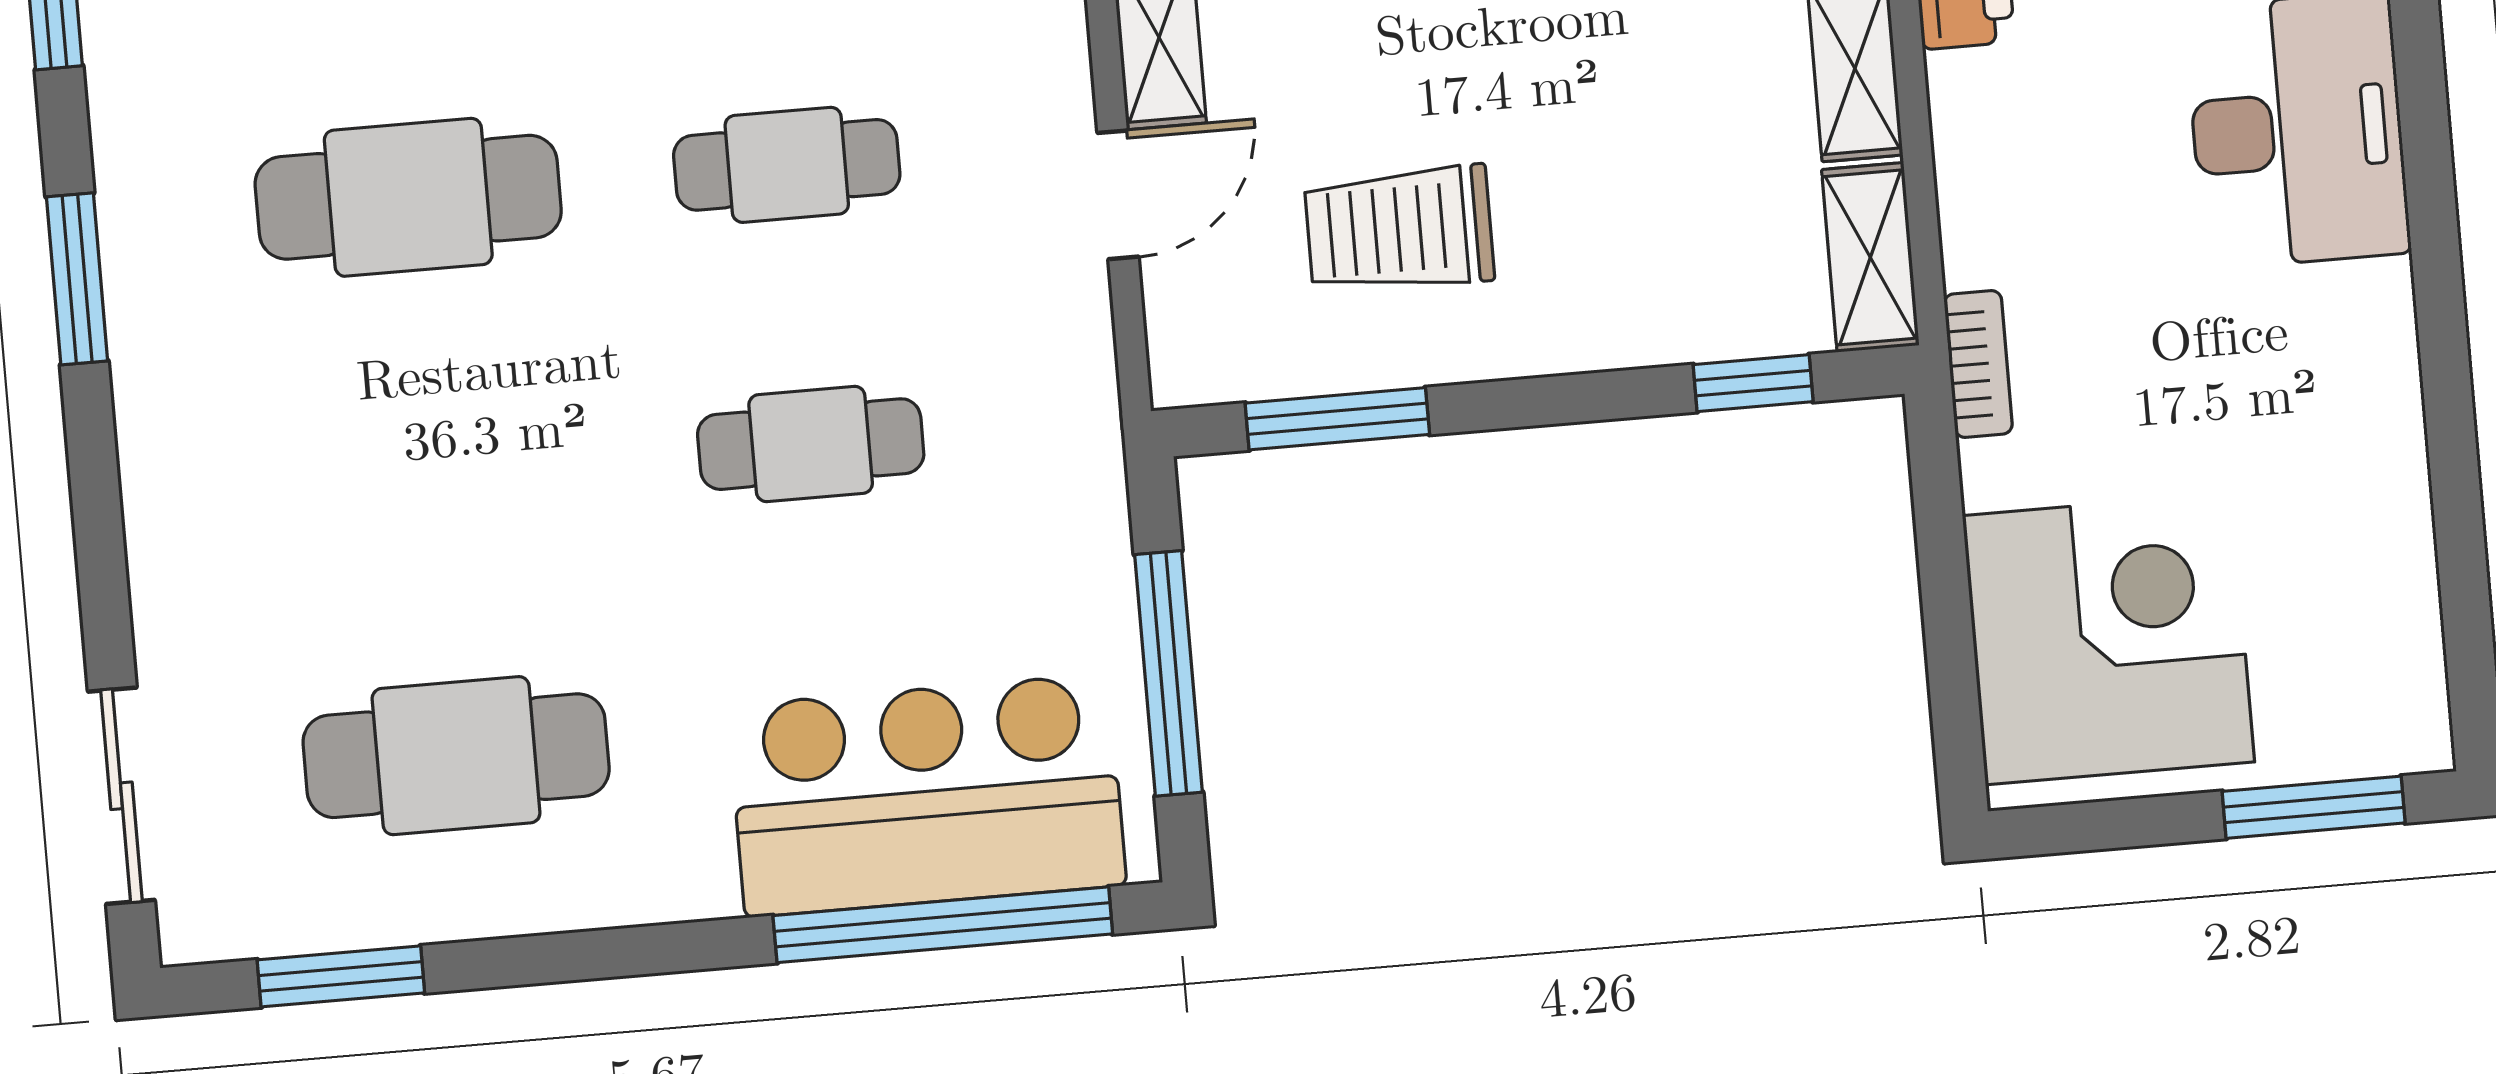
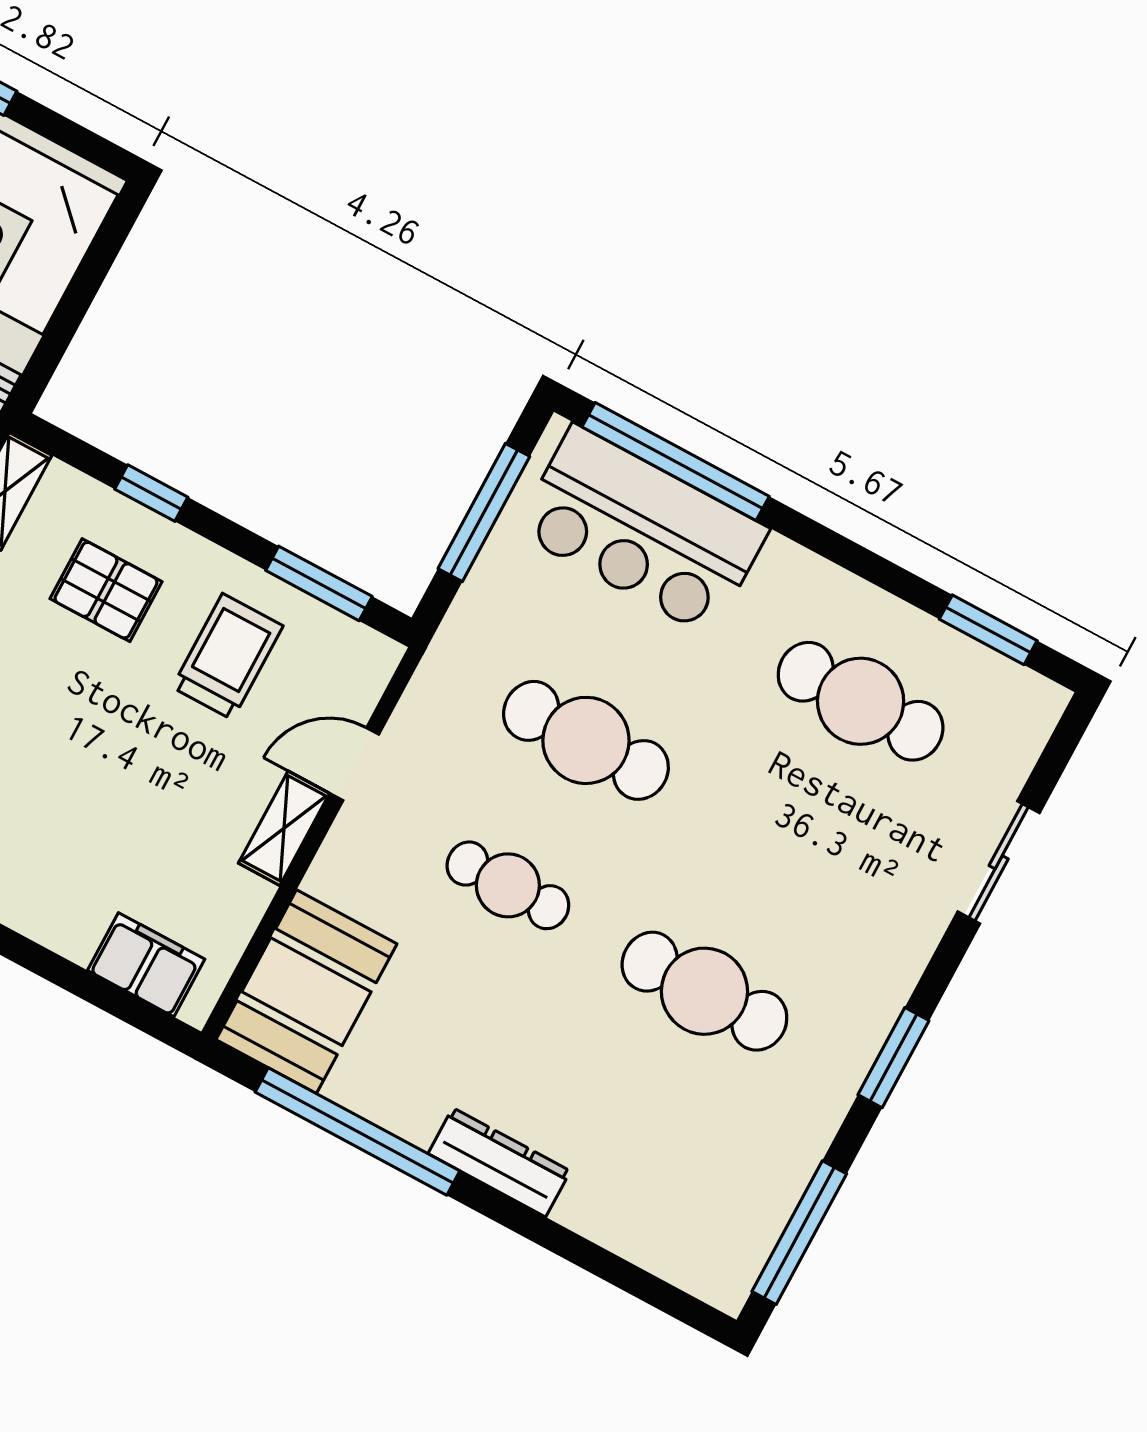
pallet: (1634, 211) -> (106, 590), added
trolley: (1399, 229) -> (228, 657), turned -90
window: (1753, 383) -> (151, 493), moved
cafe table: (811, 444) -> (586, 740), width x1.37, depth x1.35
sliding door: (121, 796) -> (999, 862), moved

